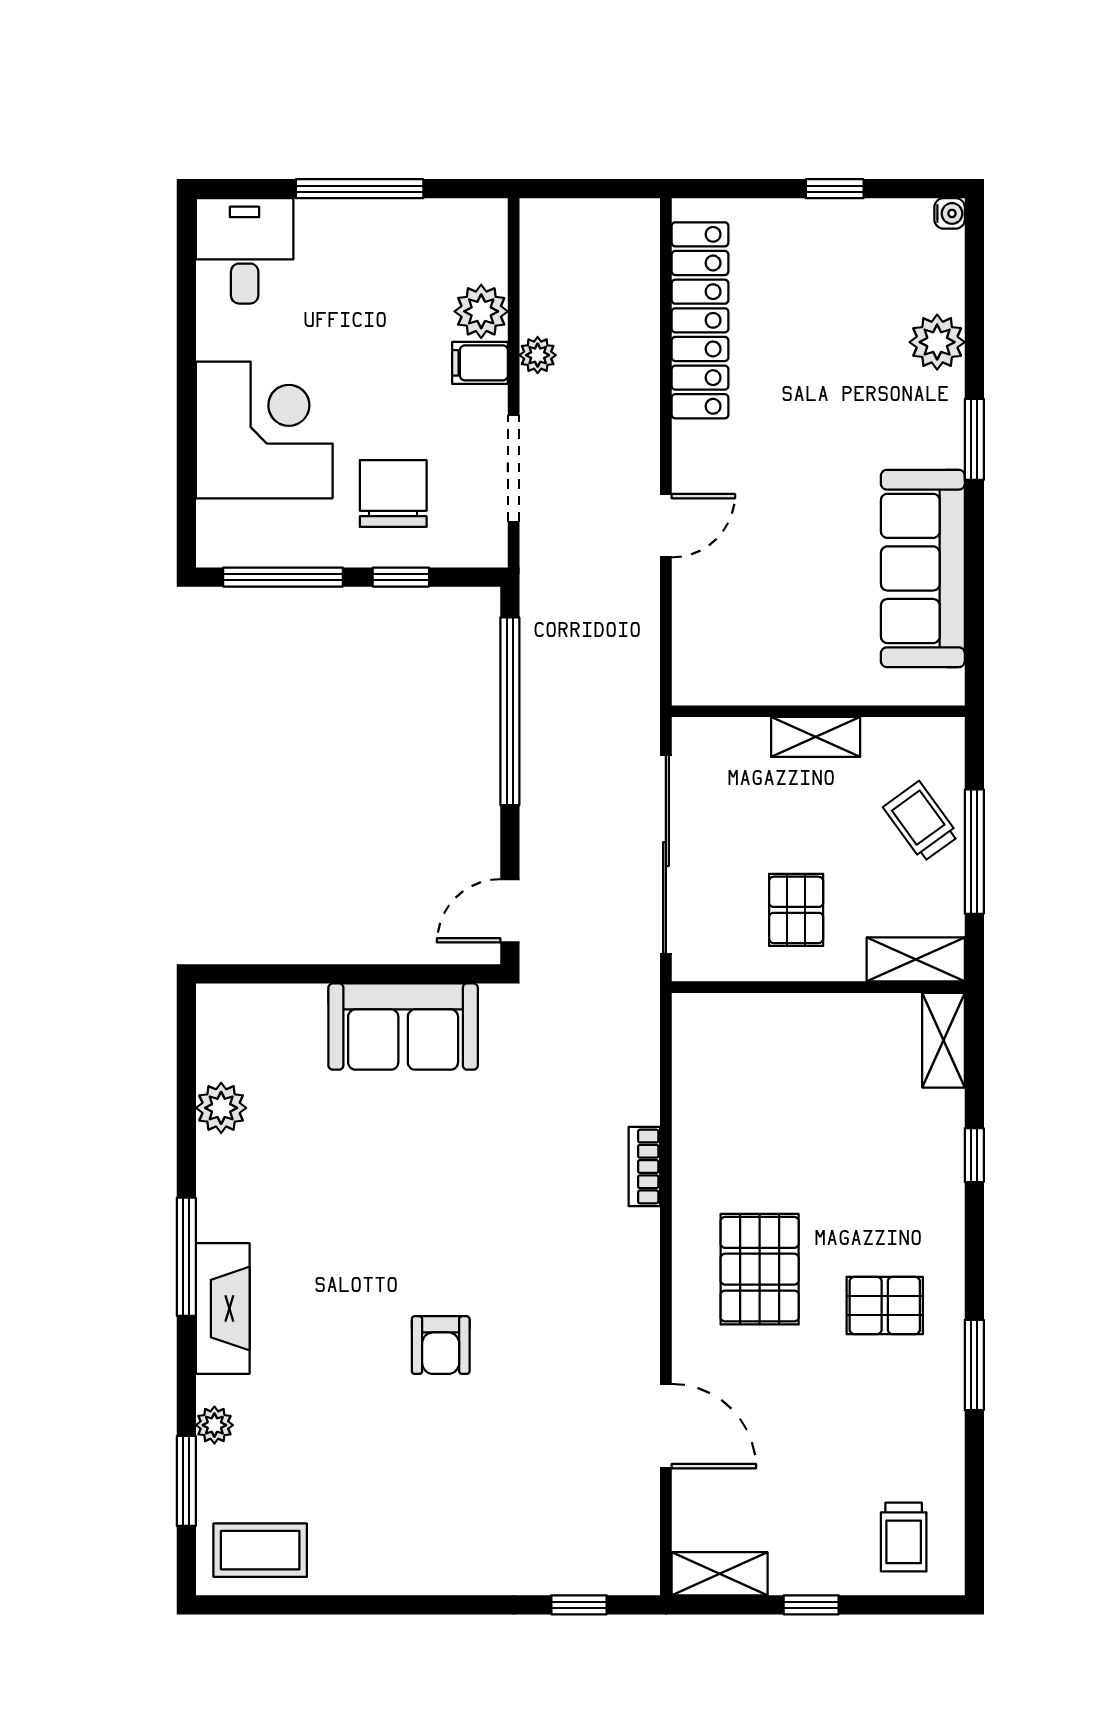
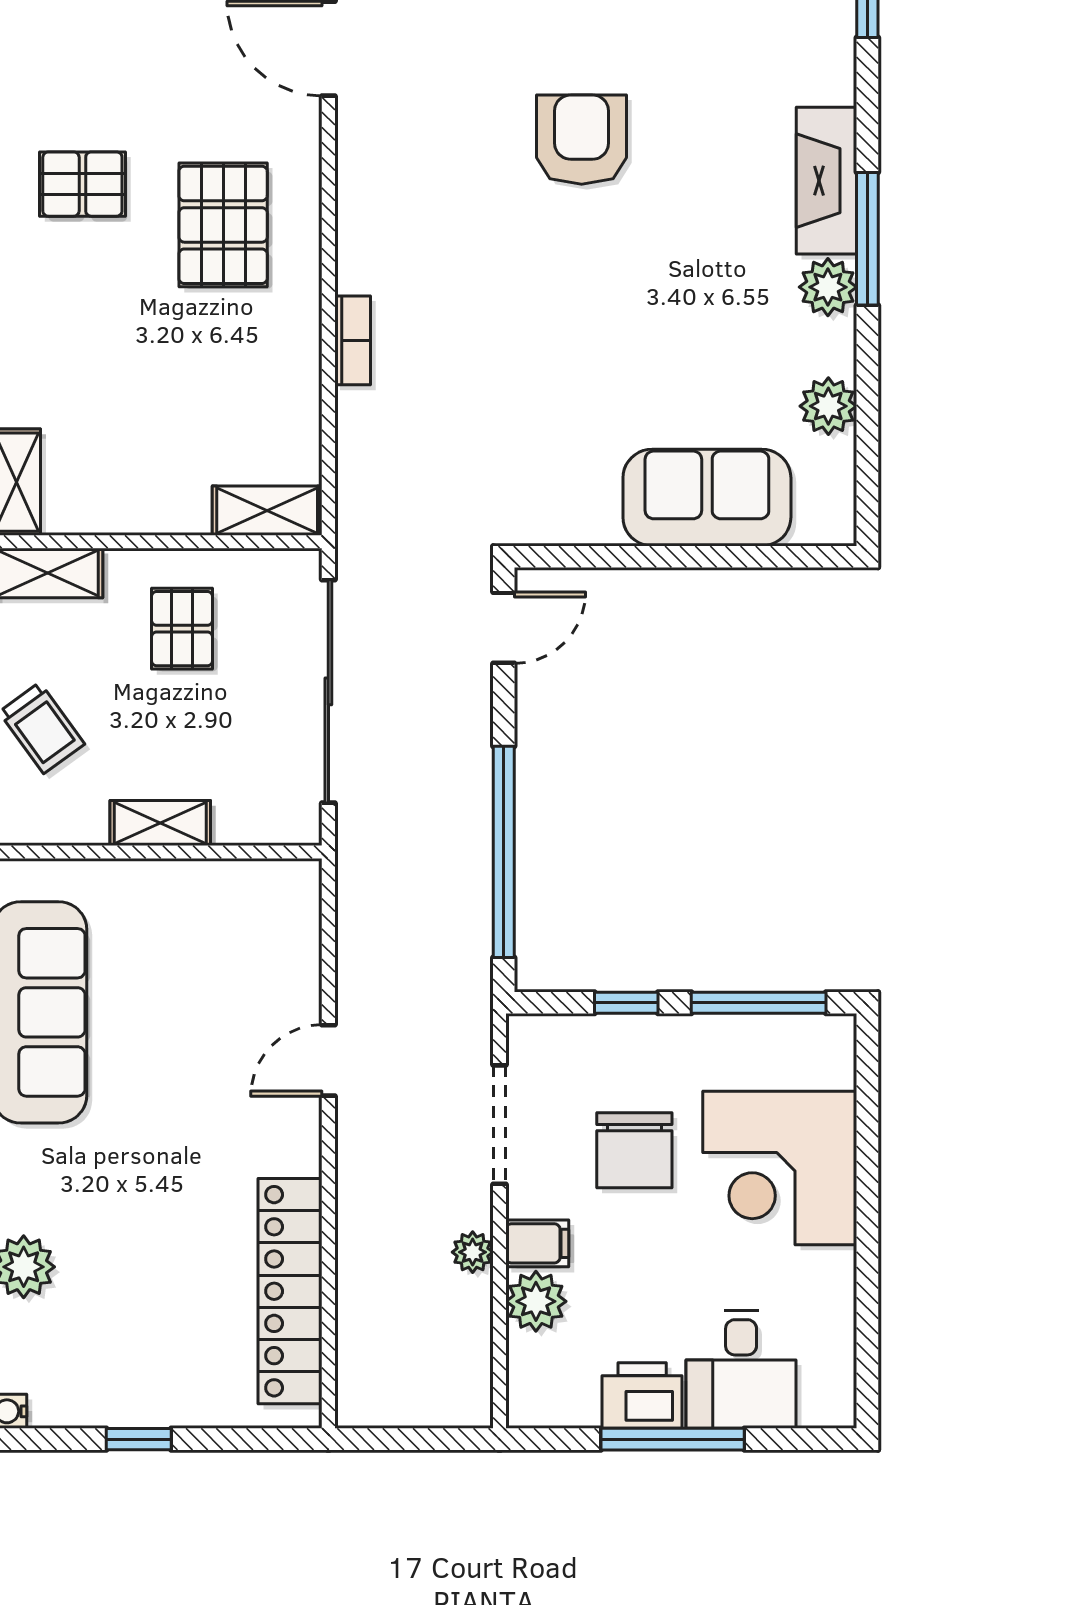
printer: (387, 228) -> (642, 1395), added
desk: (245, 251) -> (741, 1369), moved
chair: (393, 493) -> (634, 1150), moved
shelving: (720, 1015) -> (267, 511), added
sofa: (403, 1027) -> (707, 498), moved
armchair: (441, 1345) -> (582, 140), width x1.38, depth x1.38
plant: (214, 1425) -> (828, 287), moved, width x1.38, depth x1.38

